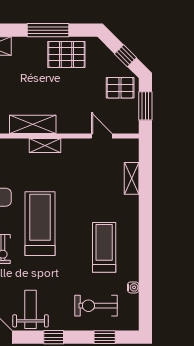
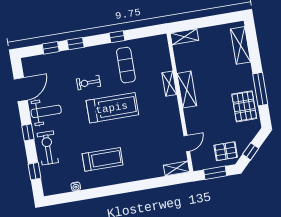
pallet: (120, 88) -> (226, 151), turned 90
shelving: (45, 146) -> (169, 84), moved
shelving: (132, 178) -> (177, 168), moved
exercise bike: (96, 306) -> (48, 148), moved

